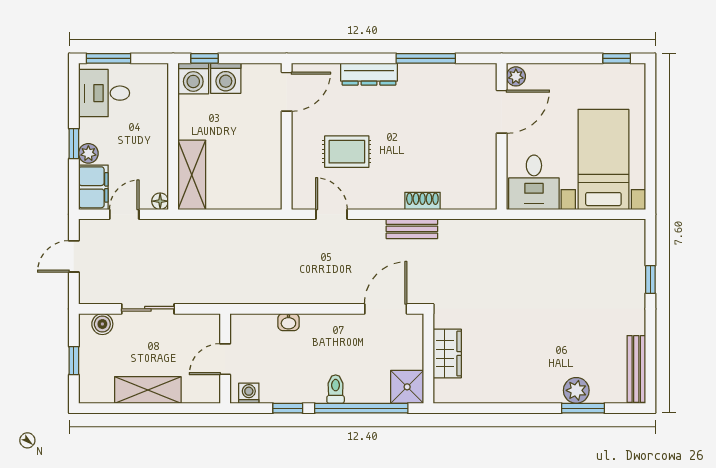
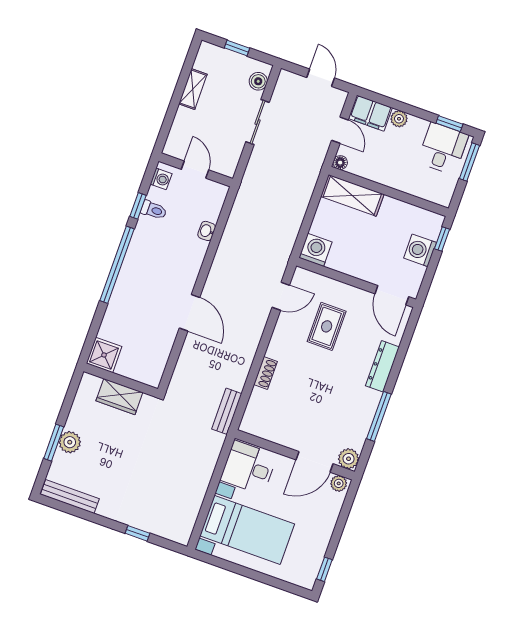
plant: (485, 75) -> (349, 459), added
washing machine: (193, 78) -> (315, 250), moved, turned 90
door: (502, 112) -> (314, 462), hinge flipped
window: (74, 144) -> (449, 124), moved
bench: (412, 229) -> (227, 411), moved
wardrobe: (447, 354) -> (119, 397), moved
wall: (428, 358) -> (121, 380), moved
shower: (407, 387) -> (104, 355), moved
toilet: (336, 389) -> (154, 210), moved
shelving: (148, 390) -> (193, 89), width x0.67, depth x0.75

